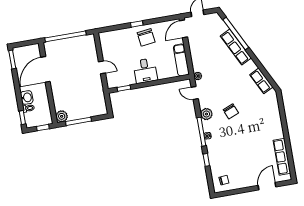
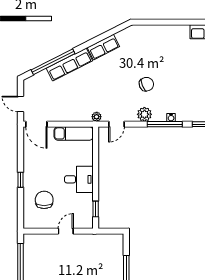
chair: (146, 37) -> (44, 200), moved, turned -83
row of seats: (261, 81) -> (103, 47), moved

